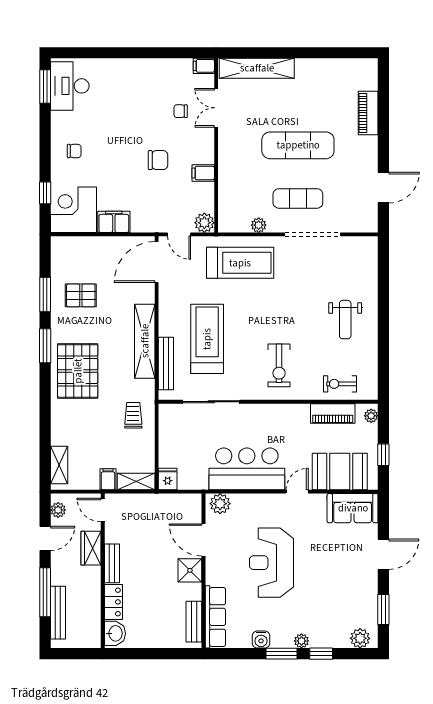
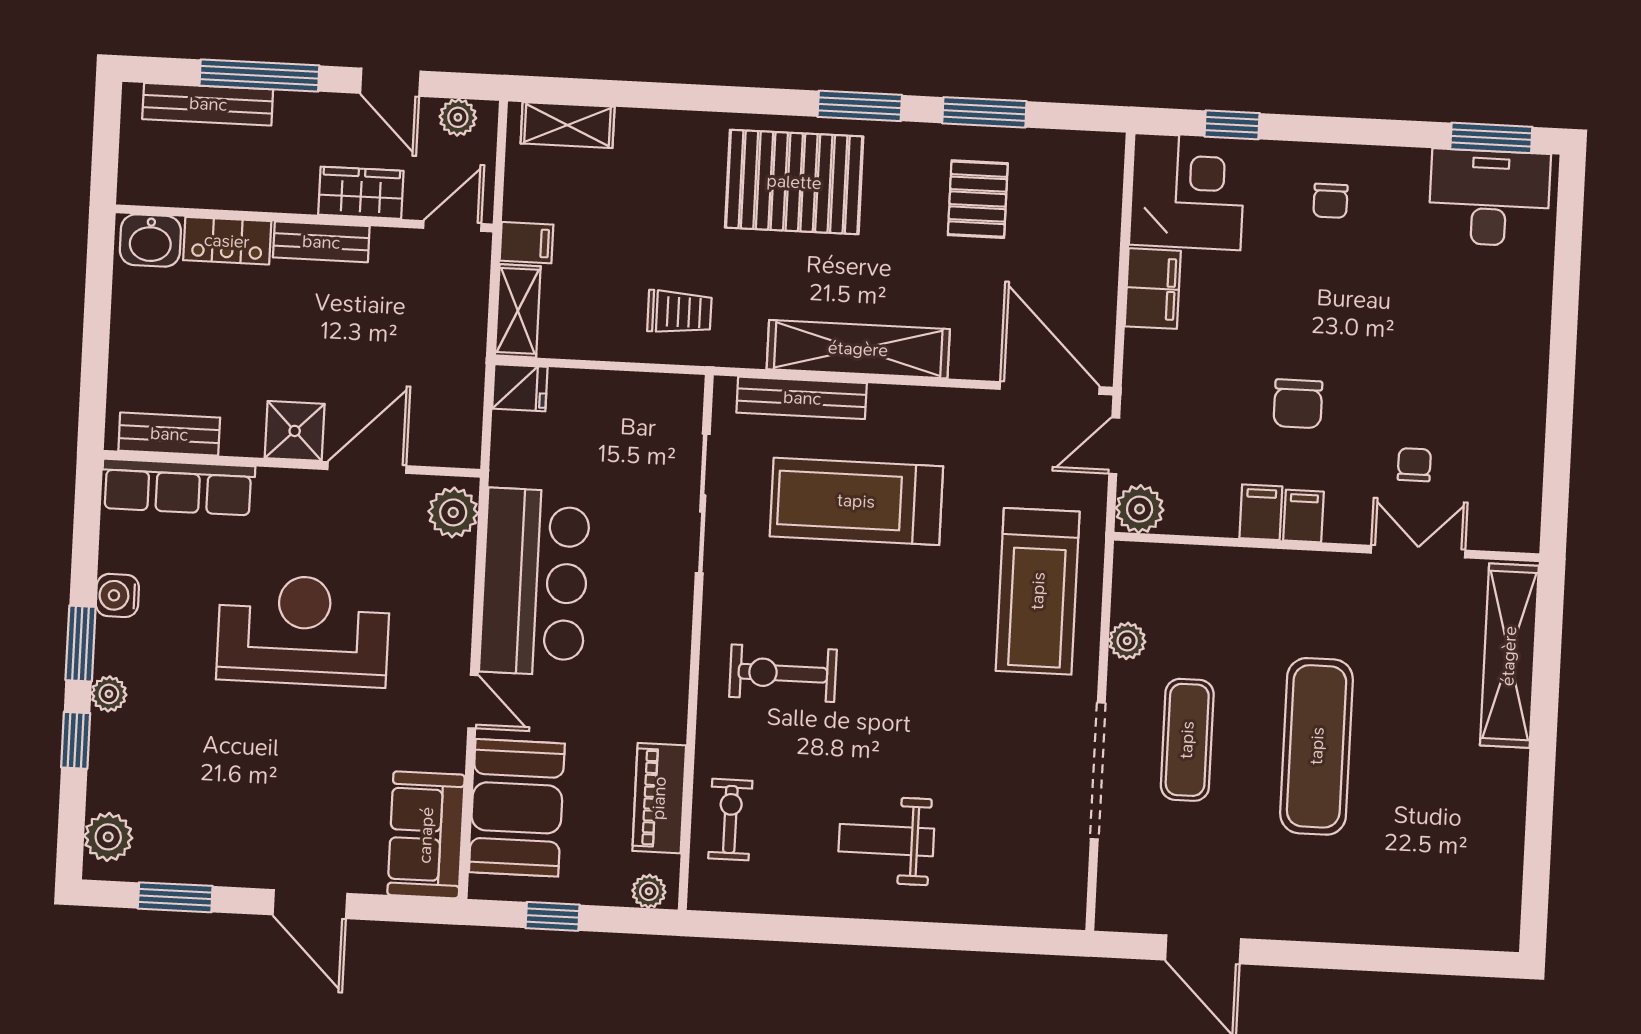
filing cabinet: (204, 66) -> (1303, 516), moved
piano: (368, 113) -> (1387, 922), removed
treadmill: (207, 339) -> (856, 501), turned 180

